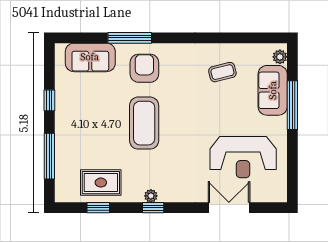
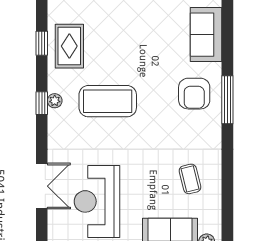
window: (130, 38) -> (227, 100), moved
armchair: (144, 68) -> (194, 94), turned 90
coffee table: (144, 123) -> (108, 101), moved

